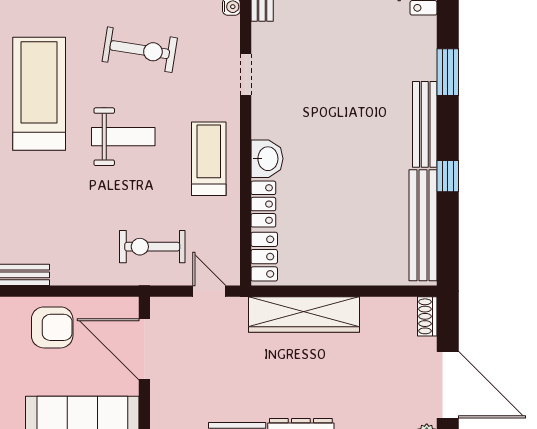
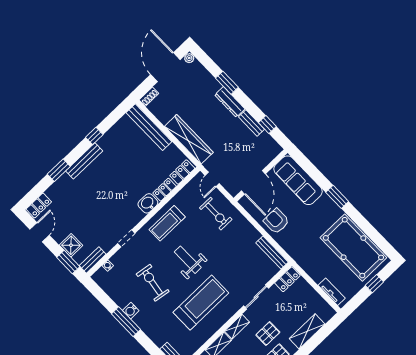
treadmill: (39, 94) -> (201, 303), turned 180
bench: (423, 225) -> (149, 127), moved, turned 90

